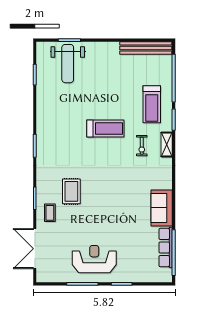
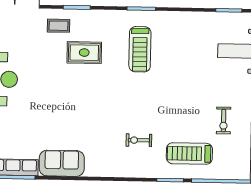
exercise bike: (124, 77) -> (224, 121), added
treadmill: (105, 129) -> (140, 49), moved
shelving: (167, 145) -> (140, 171), removed

